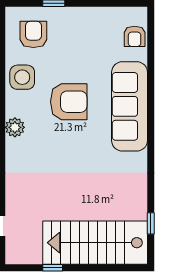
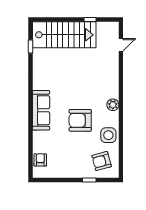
armchair: (33, 34) -> (102, 161), turned 75
sofa: (130, 106) -> (41, 110), width x0.74, depth x0.79

